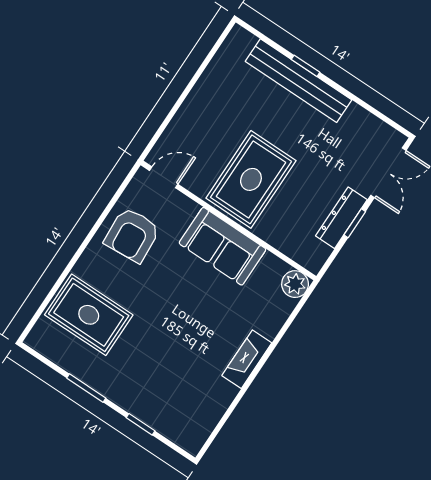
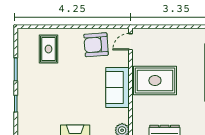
door: (164, 177) -> (130, 42), swing flipped
rug: (89, 315) -> (49, 49), width x0.73, depth x0.70

